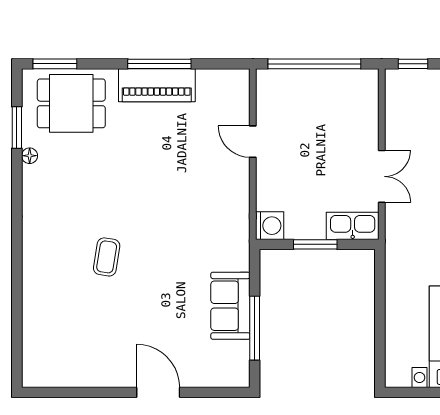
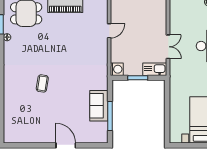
door: (253, 142) -> (109, 31), swing flipped

